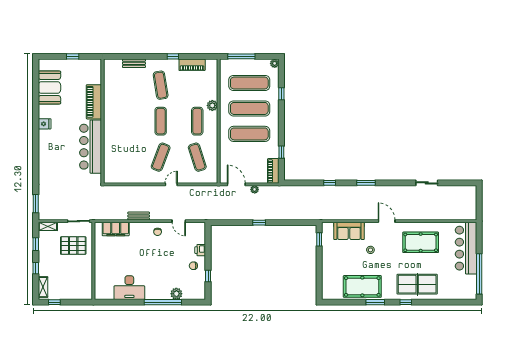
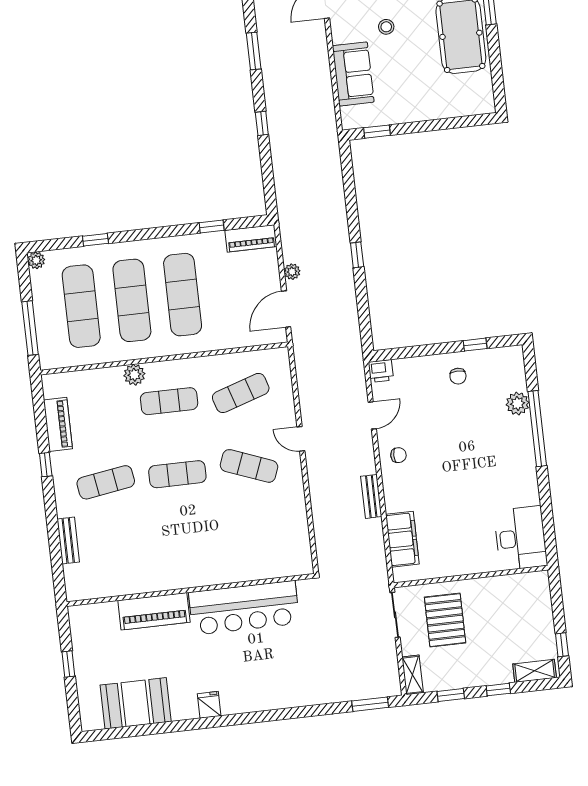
printer: (200, 250) -> (381, 371), moved
desk: (129, 288) -> (521, 538), moved

